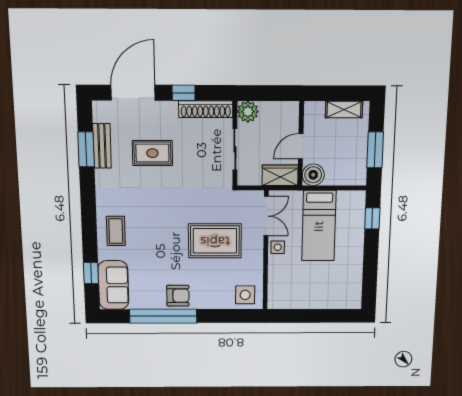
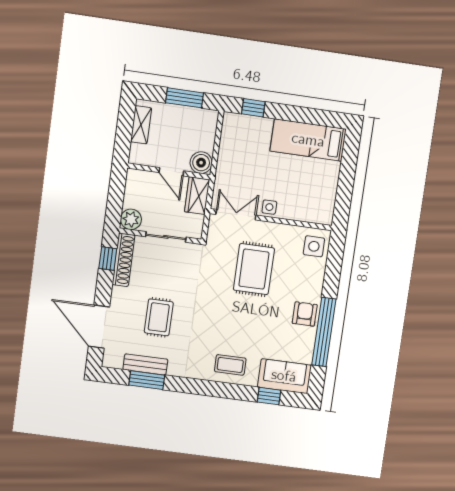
window: (184, 93) -> (108, 258), moved
bed: (319, 226) -> (308, 140), moved, turned 180

